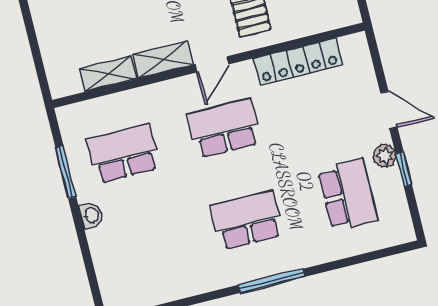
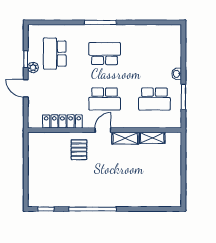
school desk: (247, 220) -> (105, 54), turned 180

